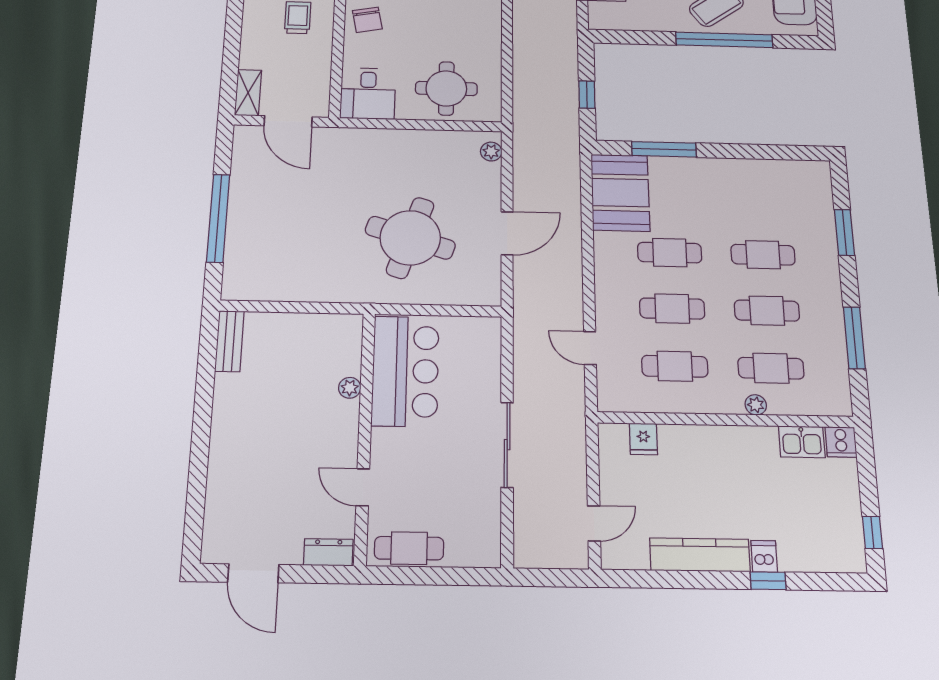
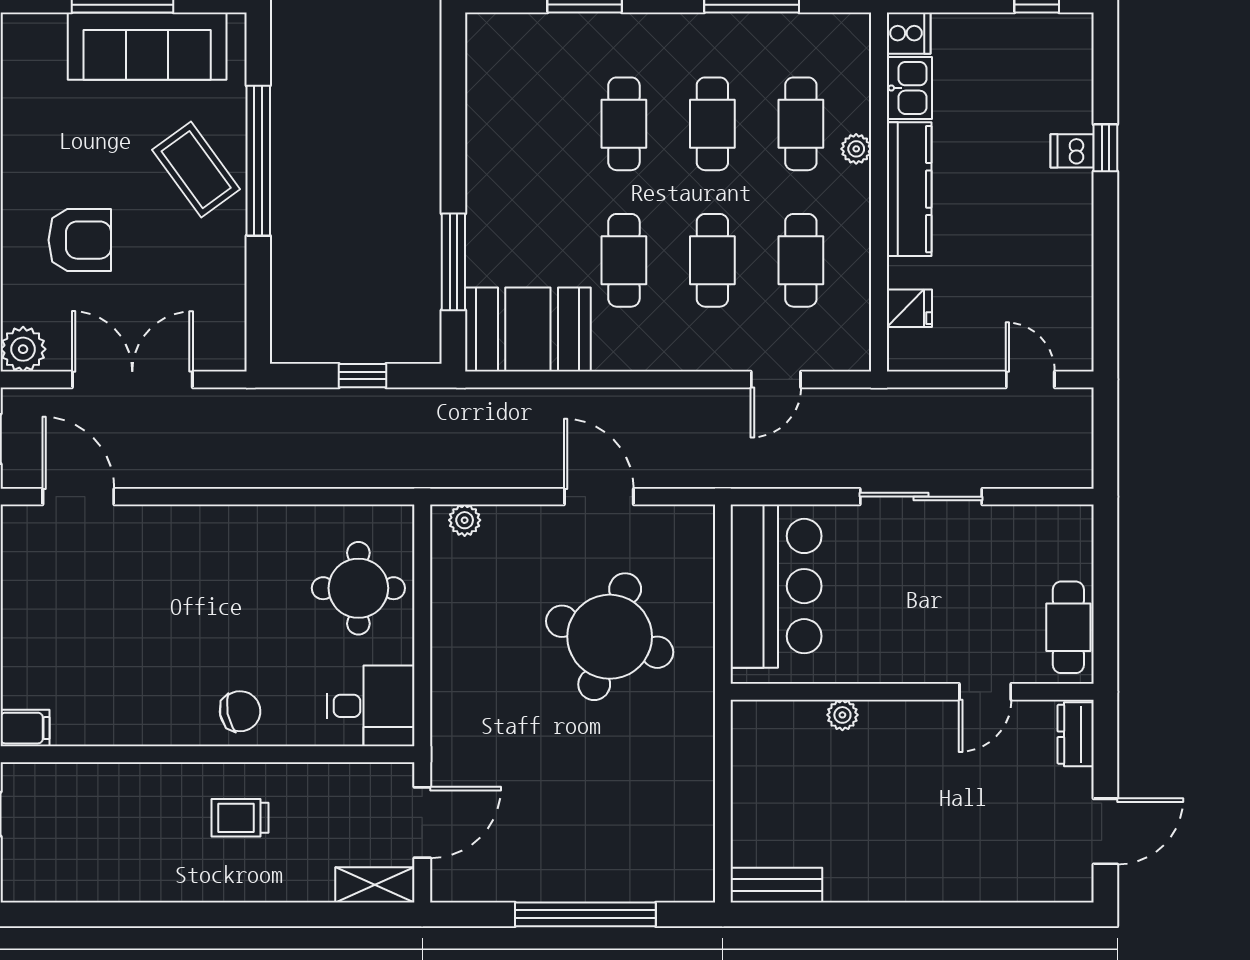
bar counter: (405, 371) -> (776, 586), moved, turned 90
kitchen counter: (700, 555) -> (909, 189), moved, turned 180

